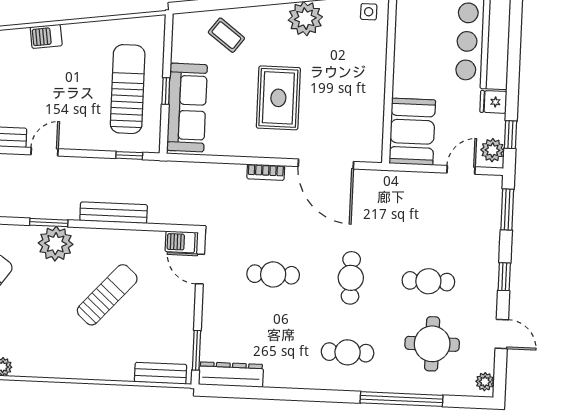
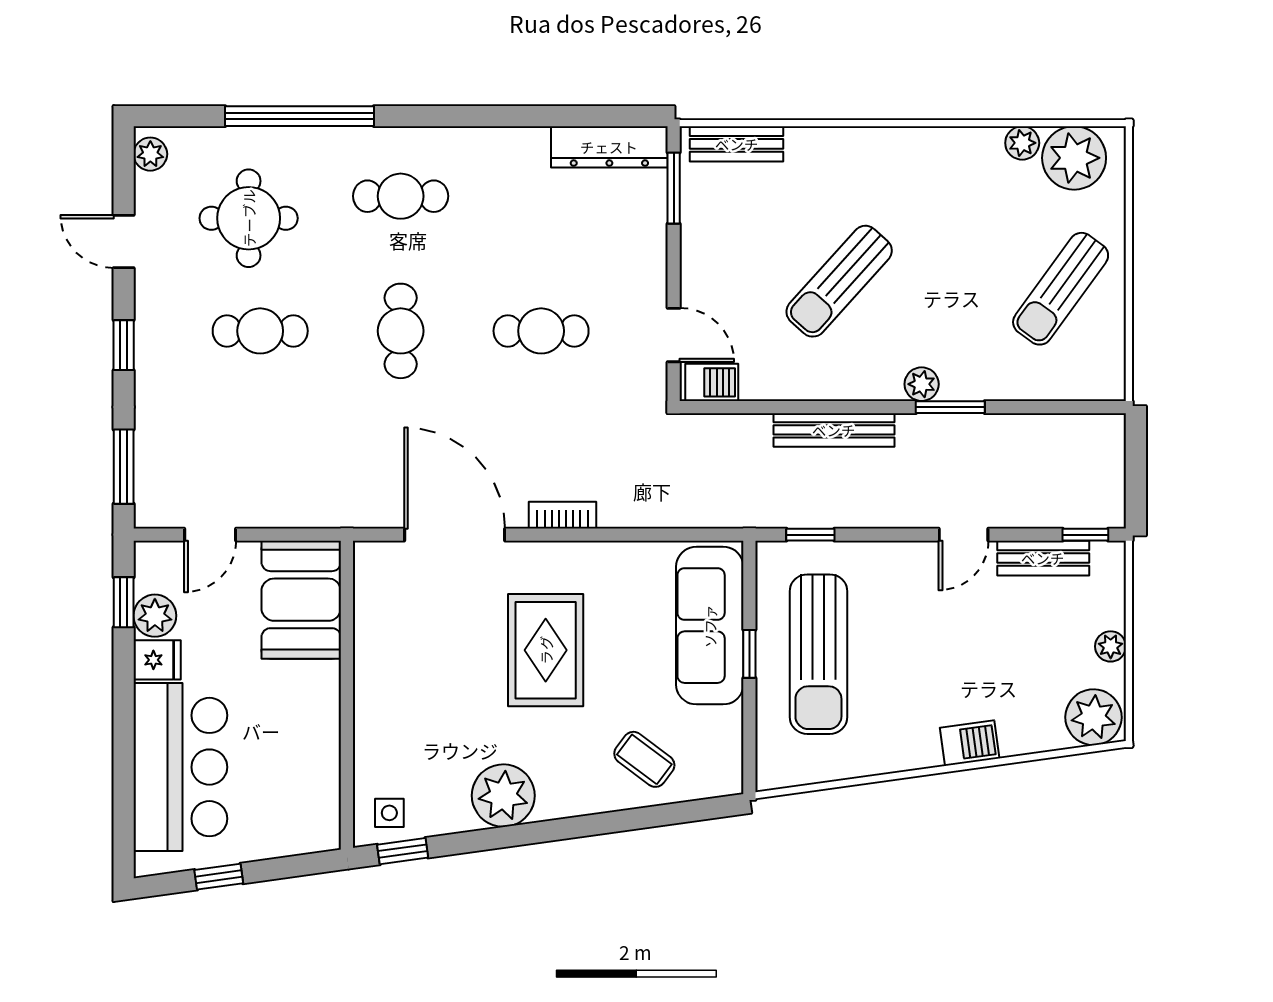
plant: (492, 150) -> (155, 616), moved
plant: (56, 244) -> (922, 384), width x0.53, depth x0.53

